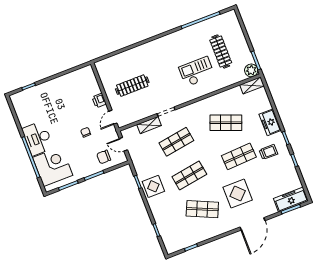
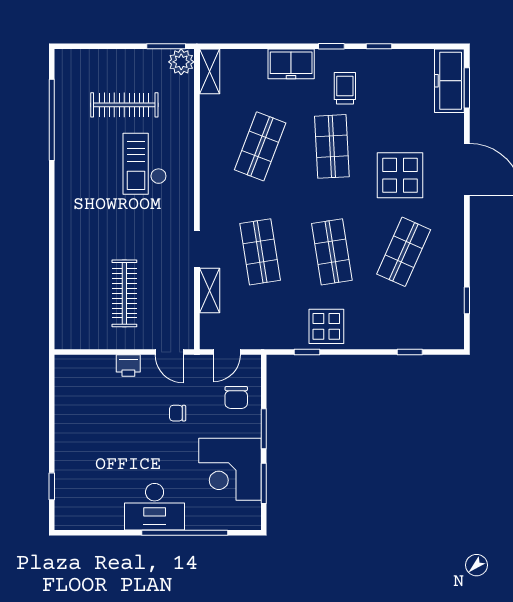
corner desk: (53, 166) -> (230, 469), moved, turned -90

